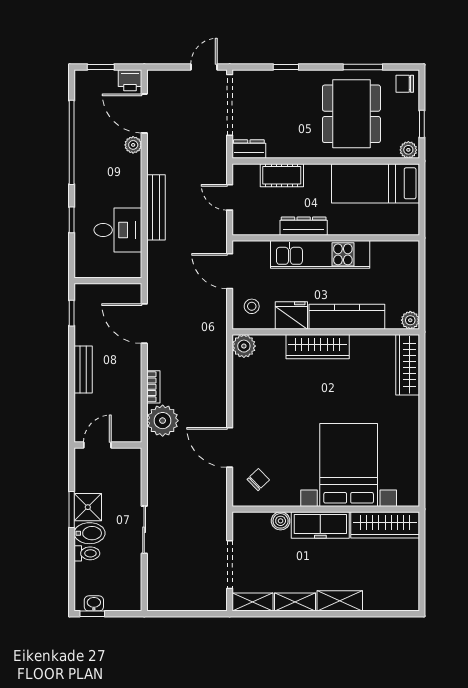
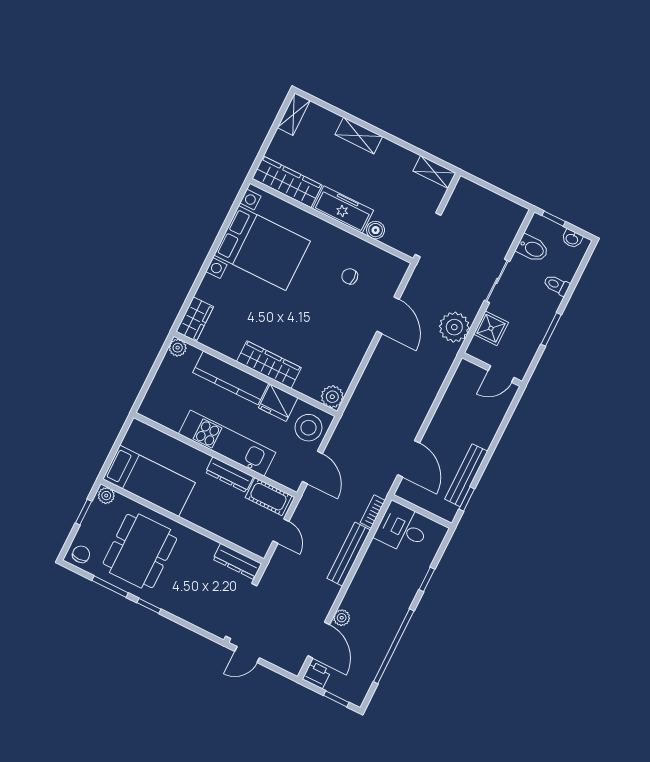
window: (286, 67) -> (149, 606), moved
chair: (405, 84) -> (81, 554), turned -90
dresser: (249, 149) -> (237, 561), width x1.44
cot: (282, 175) -> (268, 497), moved
desk: (118, 230) -> (402, 528), moved
stool: (252, 306) -> (308, 428), width x1.89, depth x1.89
wardrobe: (408, 365) -> (195, 319), width x0.67
bench: (83, 370) -> (466, 475), moved, width x1.36
bookcase: (153, 387) -> (373, 511), moved
plant: (163, 421) -> (454, 327), moved
bed with nightstands: (349, 465) -> (262, 248), moved, turned -90
chair: (258, 480) -> (350, 276), moved, turned 44
shower: (88, 507) -> (491, 328), moved
bidet: (90, 533) -> (532, 248), moved, turned 180
doorway: (230, 565) -> (428, 235), moved
shelving: (295, 602) -> (294, 114), moved, turned 90
window: (92, 614) -> (554, 219), moved

